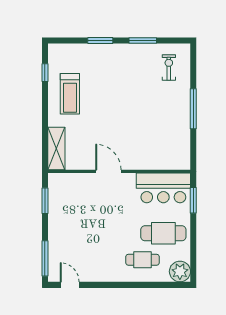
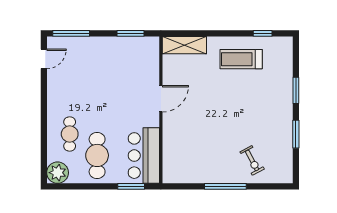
exercise bike: (169, 68) -> (252, 160), moved, turned 62

